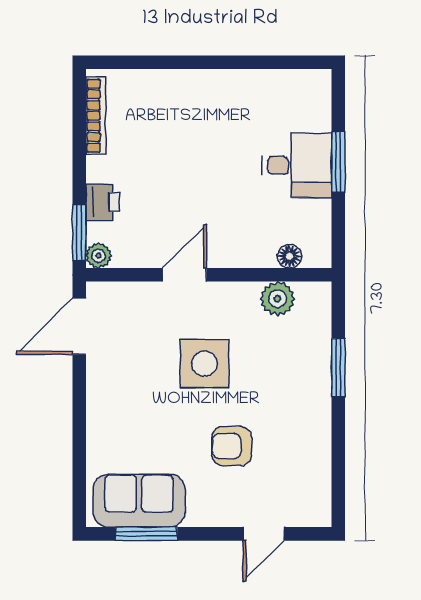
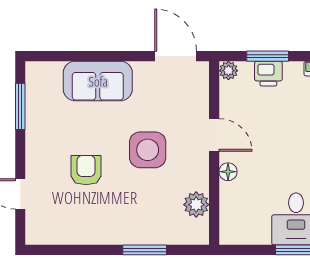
window: (79, 233) -> (268, 56), moved
floor lamp: (290, 256) -> (228, 172), moved
sofa: (139, 501) -> (98, 81), moved, turned 90

